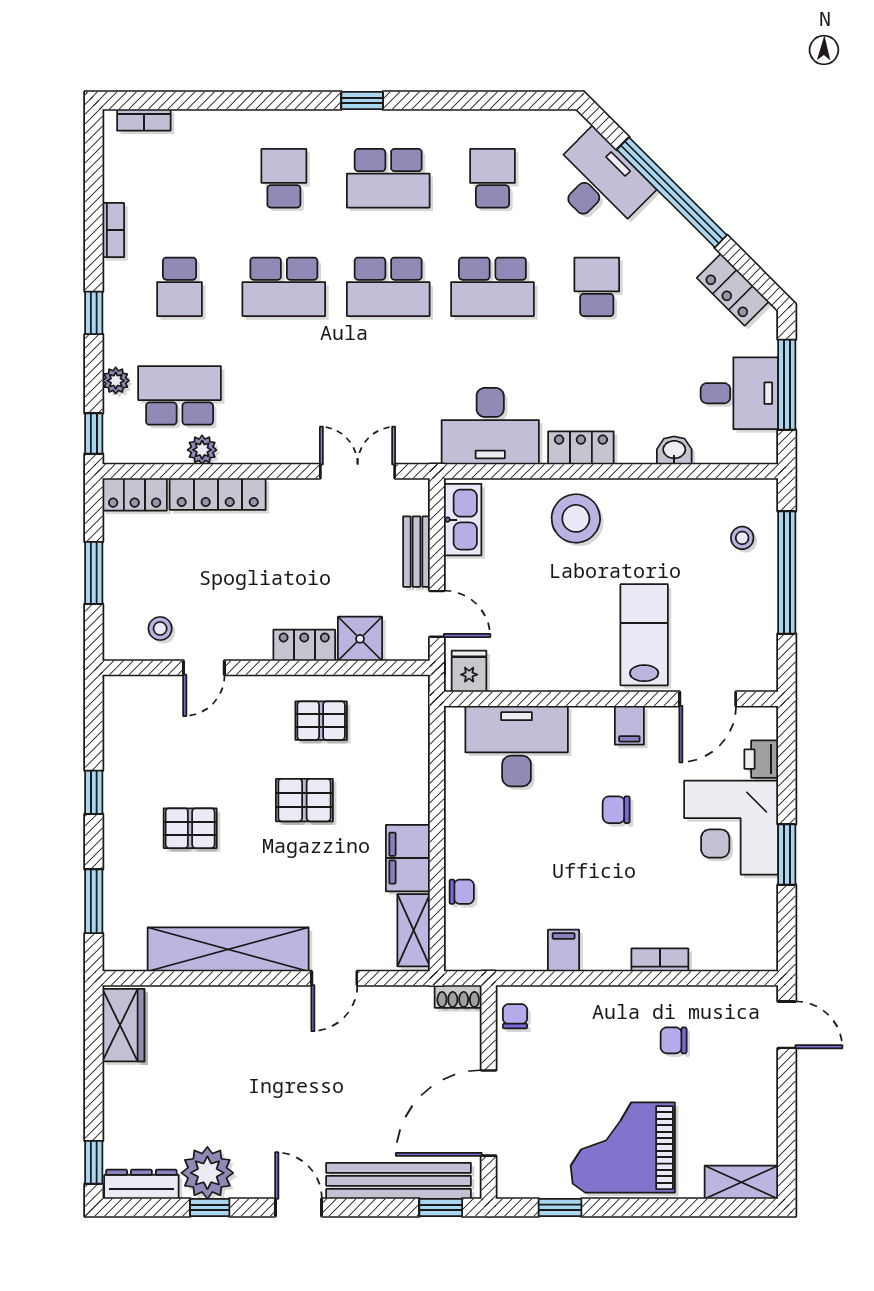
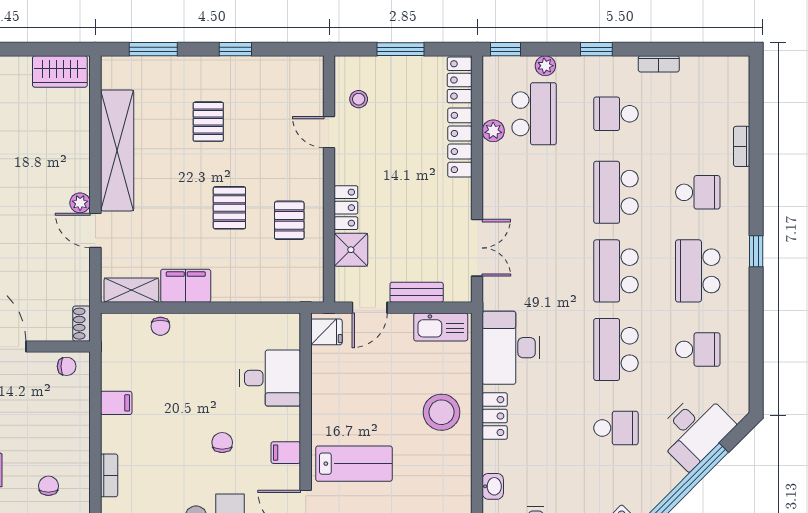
bookcase: (144, 120) -> (742, 146), moved
desk: (517, 746) -> (270, 378), width x0.73
plant: (298, 998) -> (80, 203), added

